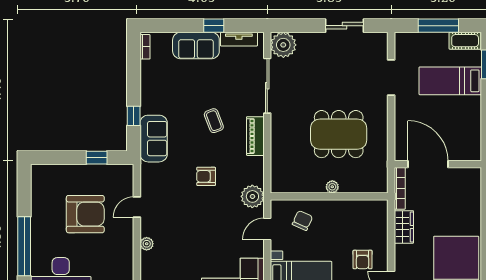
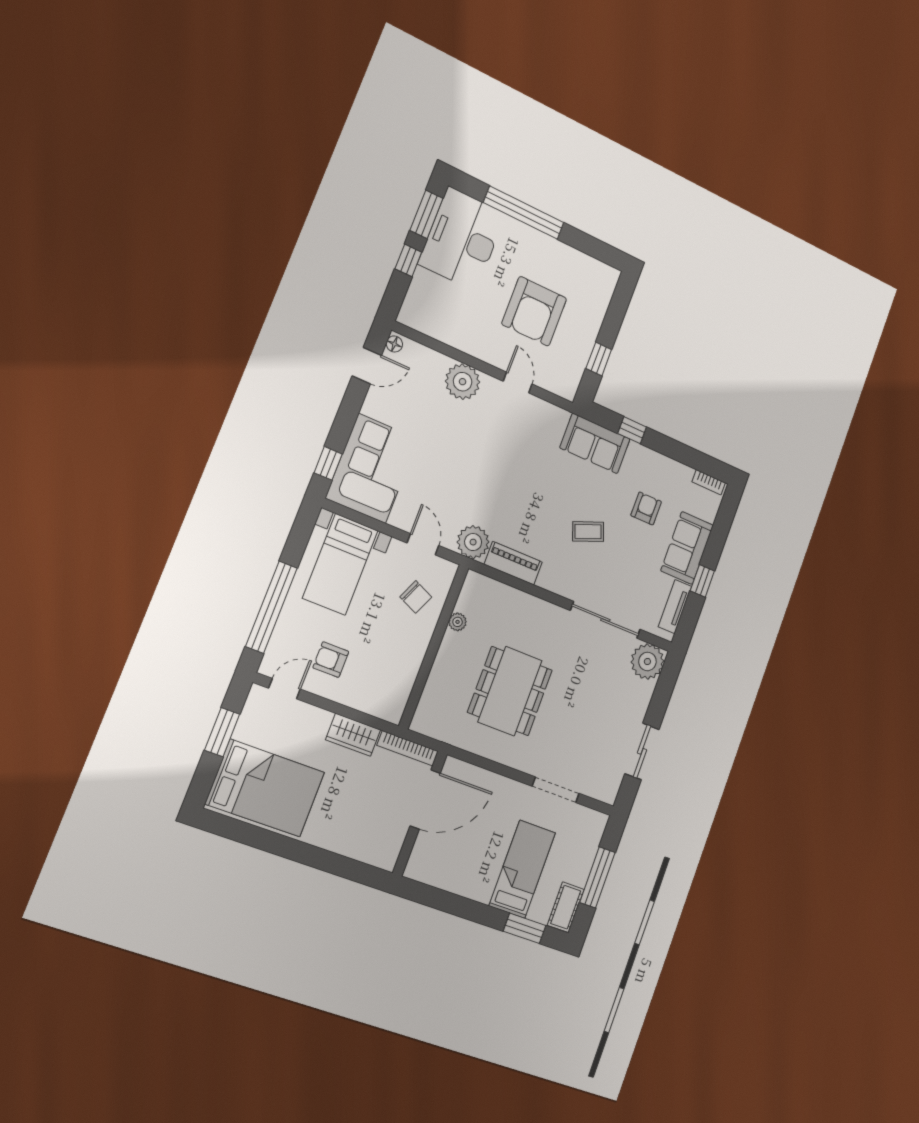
piano: (255, 136) -> (513, 563), moved
armchair: (206, 176) -> (646, 508), moved
plant: (332, 187) -> (458, 622), moved
plant: (147, 244) -> (463, 382), width x1.87, depth x1.87

